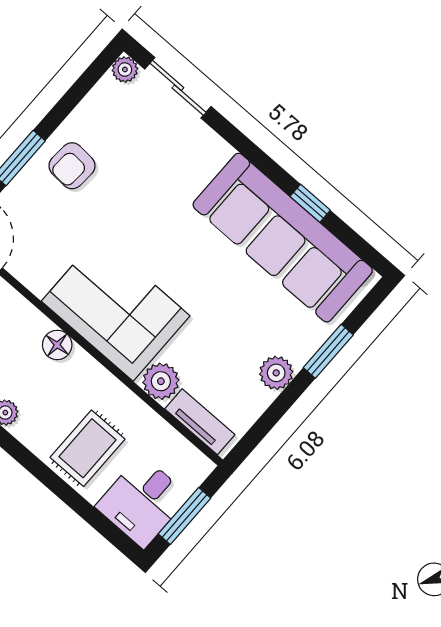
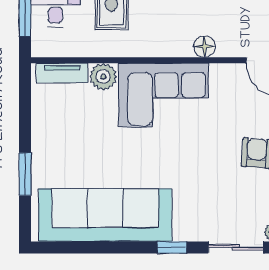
window: (310, 203) -> (172, 247), moved
floor lamp: (57, 345) -> (204, 47), moved
plant: (276, 373) -> (43, 137), removed

